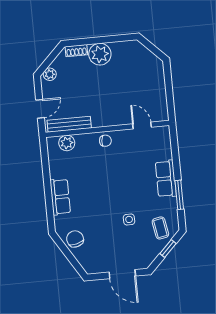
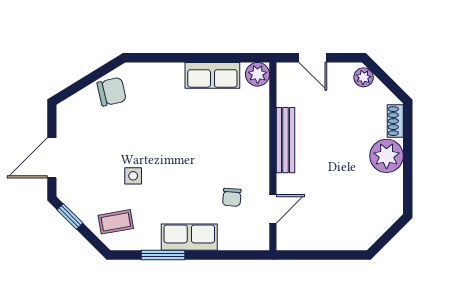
bench: (69, 124) -> (285, 140), moved
chair: (105, 141) -> (232, 197), moved
plant: (67, 143) -> (258, 74), moved
row of seats: (60, 197) -> (212, 75), moved
window: (168, 249) -> (70, 216), moved

